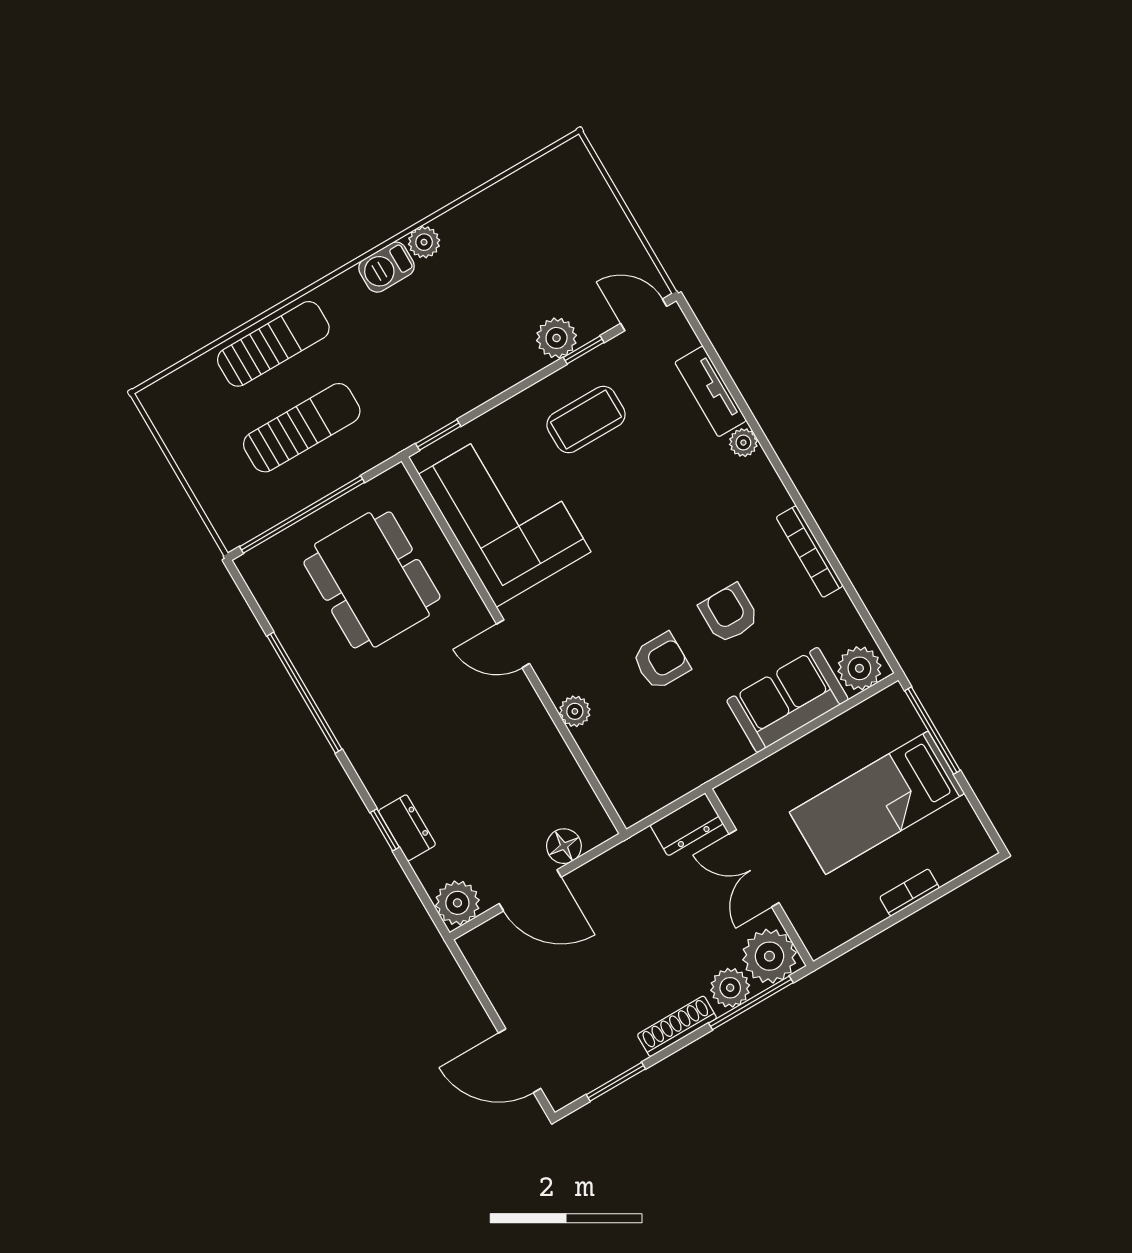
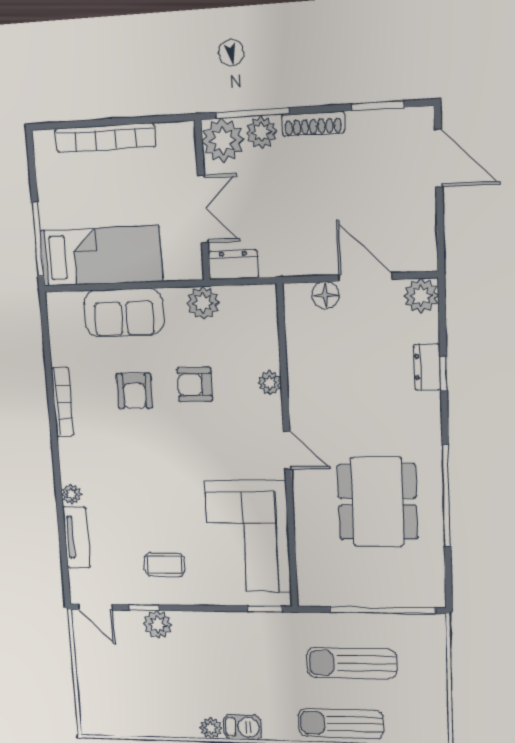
coffee table: (586, 420) -> (165, 565), width x0.73, depth x0.77
dining table: (372, 580) -> (377, 502), moved
plant: (859, 668) -> (203, 303), moved
bed: (877, 803) -> (101, 256), moved
bookcase: (910, 893) -> (105, 138), width x2.31, depth x1.31

